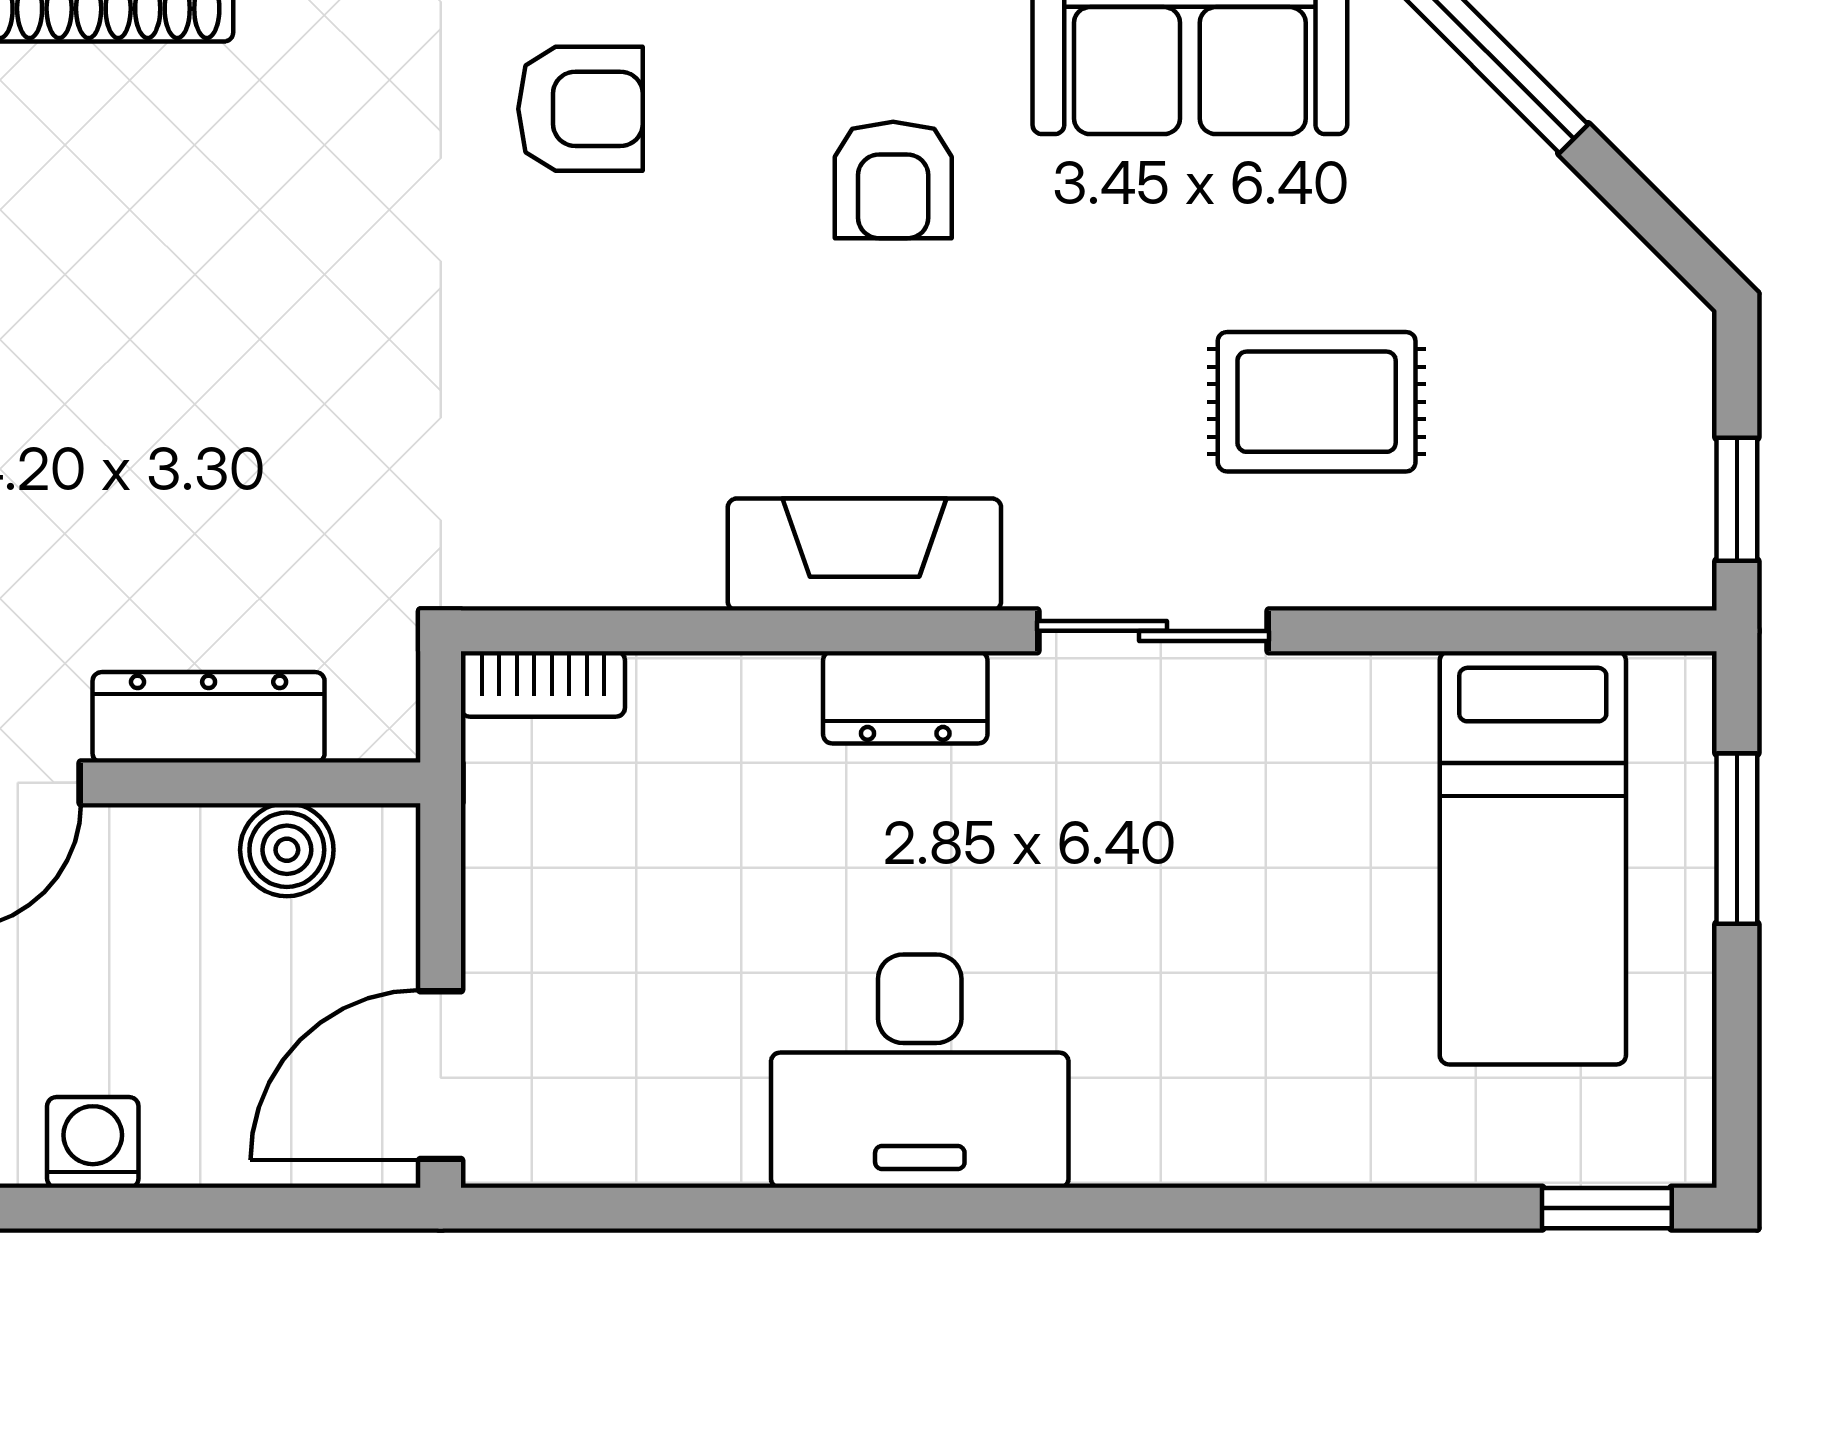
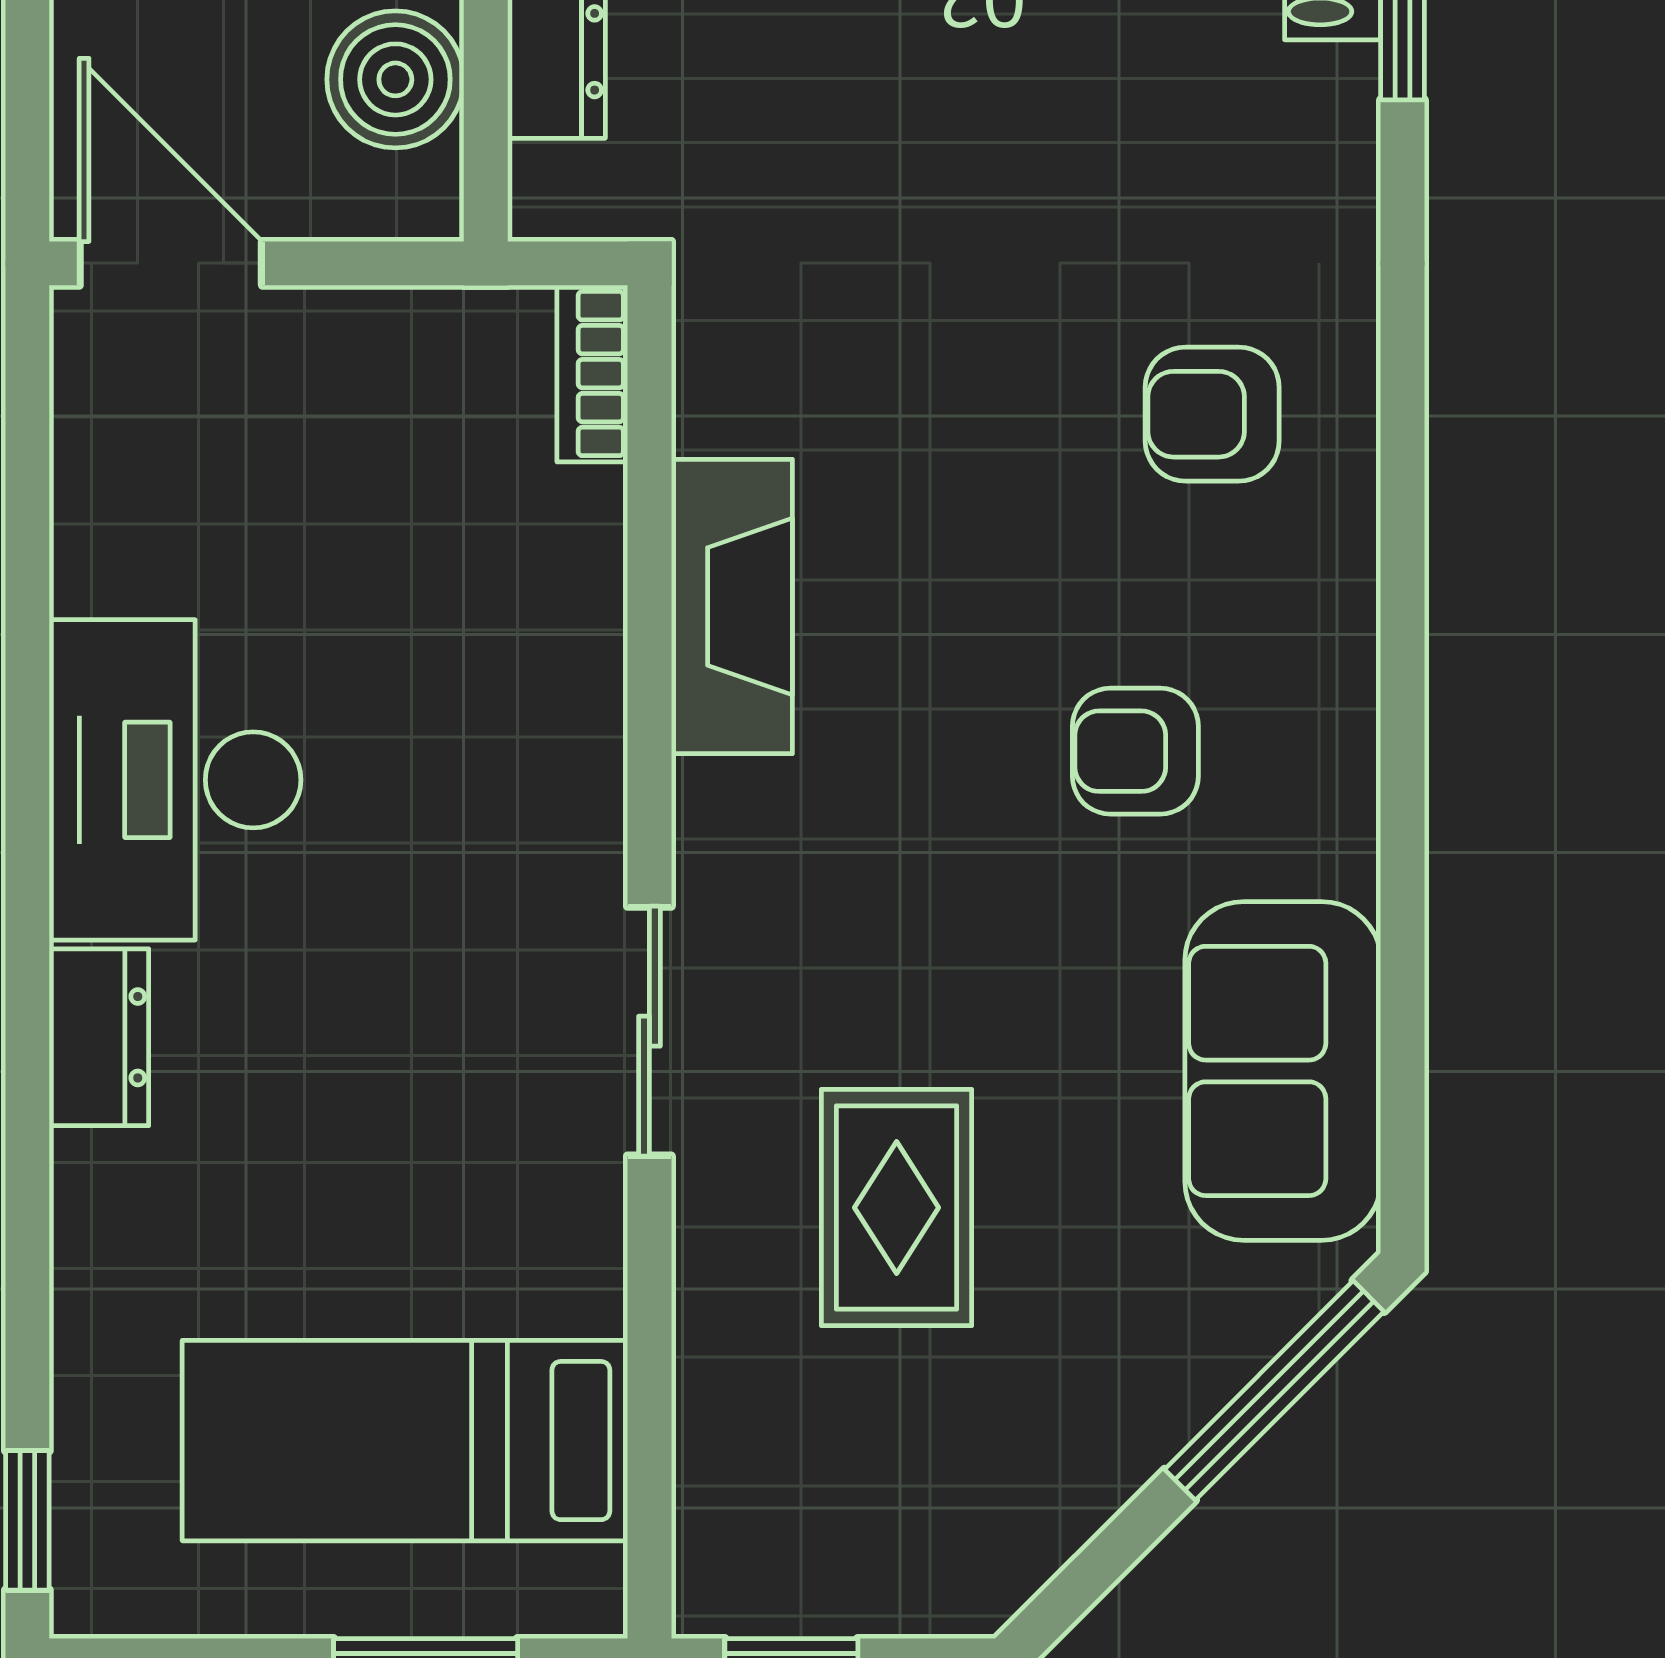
armchair: (580, 109) -> (1212, 414), turned 90
fireplace: (864, 555) -> (732, 606), moved
dresser: (905, 697) -> (99, 1037), moved, turned 180
boiler: (287, 850) -> (395, 79), width x1.36, depth x1.36

